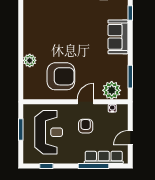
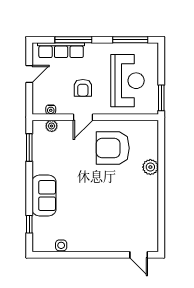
plant: (112, 90) -> (52, 126), width x0.53, depth x0.53
window: (21, 130) -> (161, 98), moved
reception desk: (49, 132) -> (127, 81), turned 180
window: (46, 166) -> (130, 40), width x2.17

